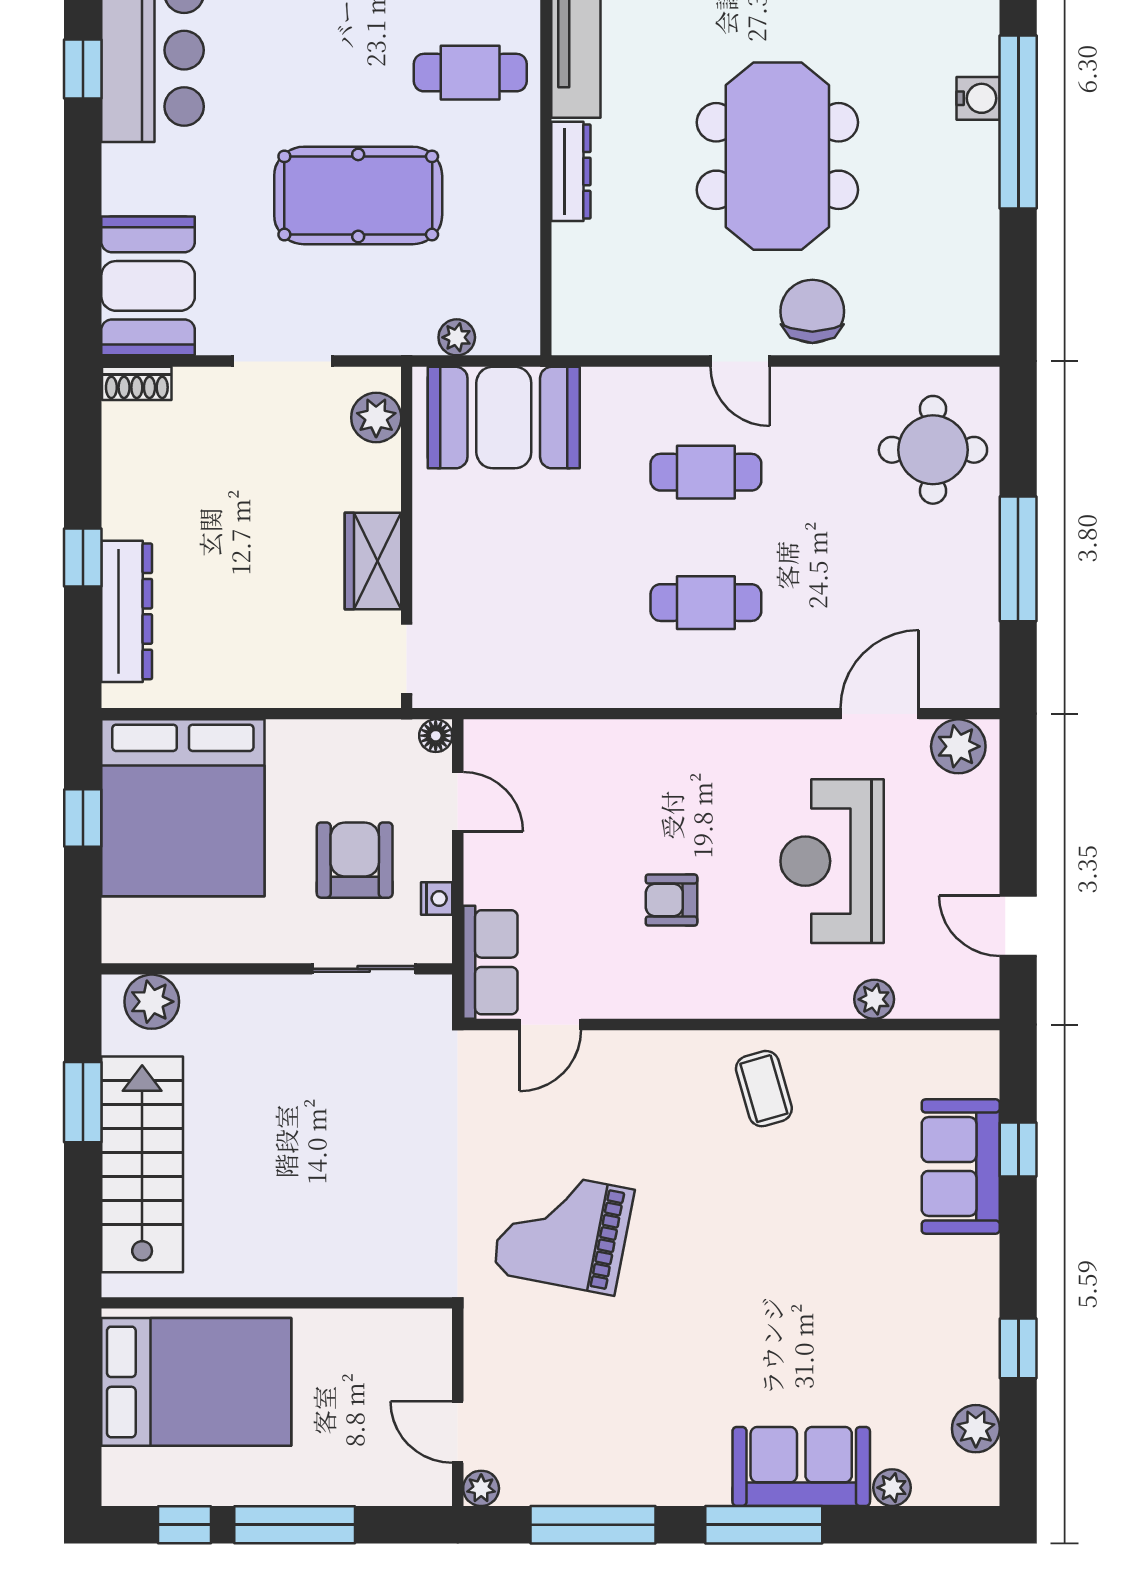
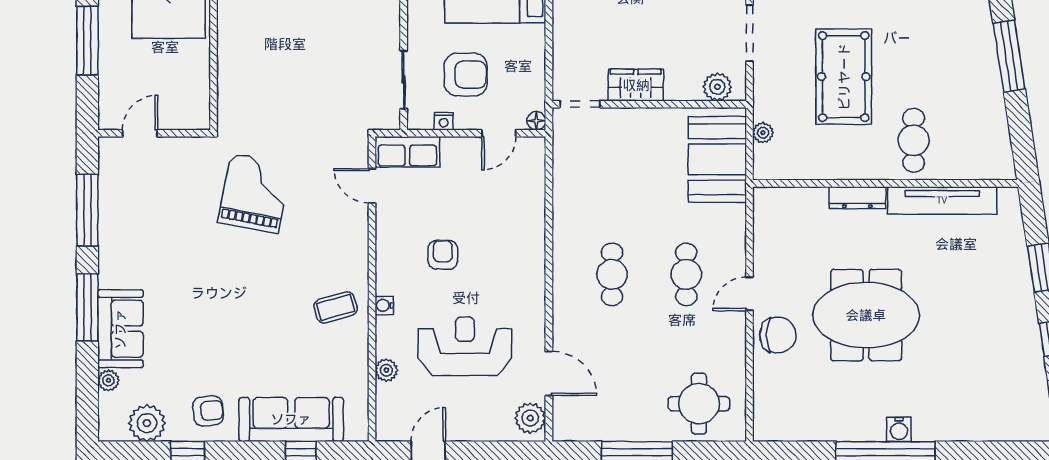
water cooler: (760, 1003) -> (384, 305), added
sofa: (961, 1166) -> (291, 419), width x1.36
armchair: (946, 1312) -> (208, 411), added
plant: (976, 1429) -> (147, 423), width x1.36, depth x1.36
plant: (481, 1488) -> (108, 147), removed

